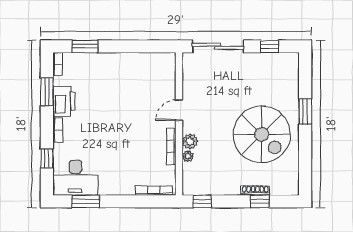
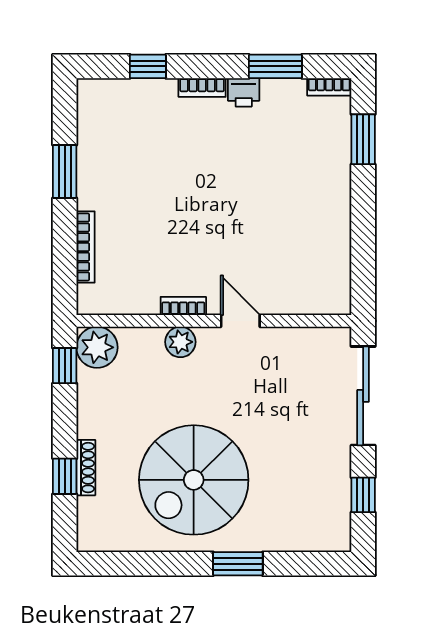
printer: (64, 101) -> (244, 92), width x0.53, depth x0.68
bookcase: (171, 146) -> (183, 306), width x0.64
plant: (188, 156) -> (97, 347), moved, width x1.87, depth x1.87
desk: (75, 178) -> (110, 121), removed
bookcase: (154, 191) -> (86, 247), moved
window: (86, 201) -> (65, 171), moved

